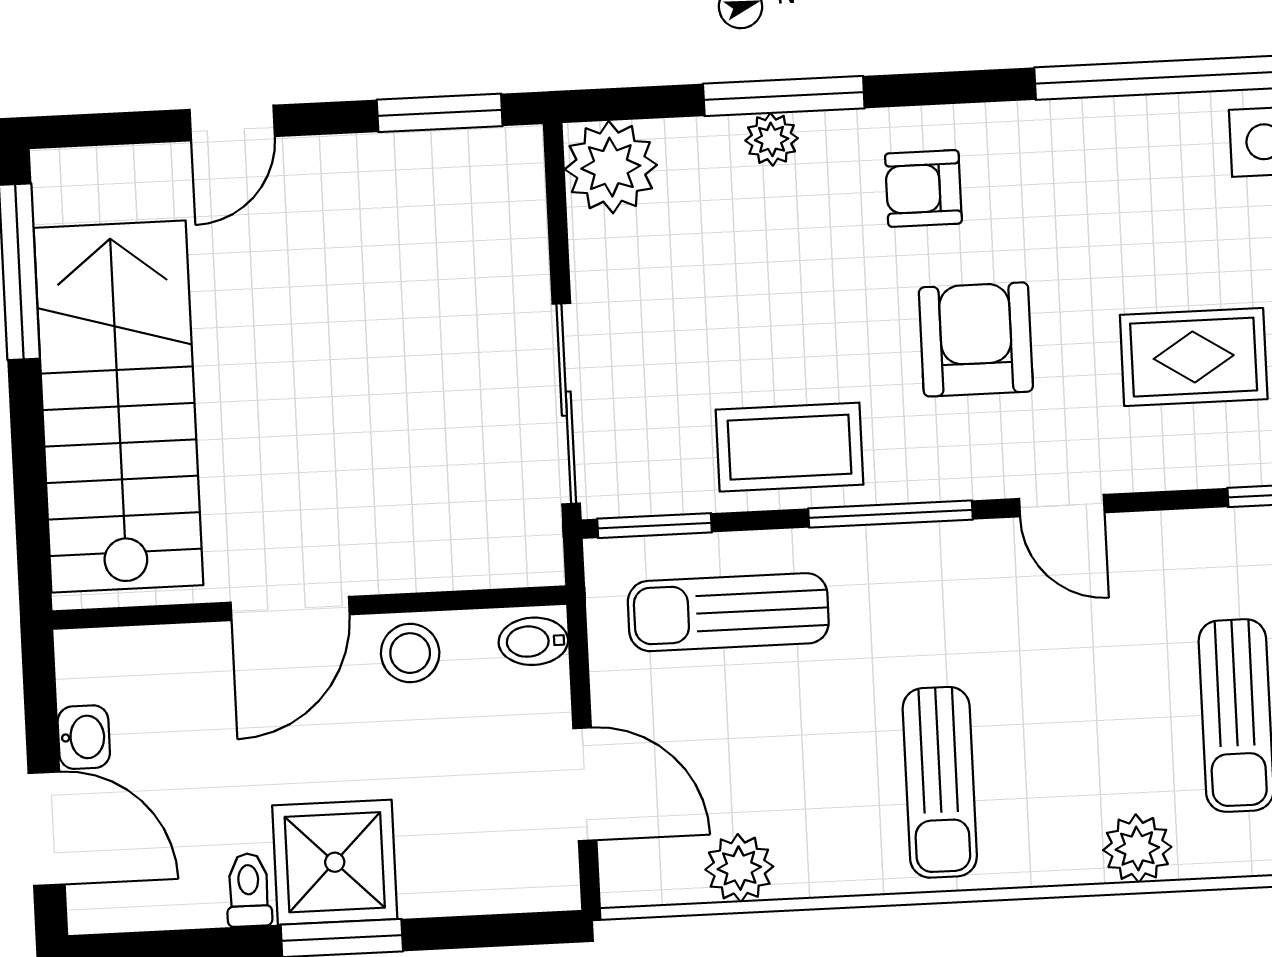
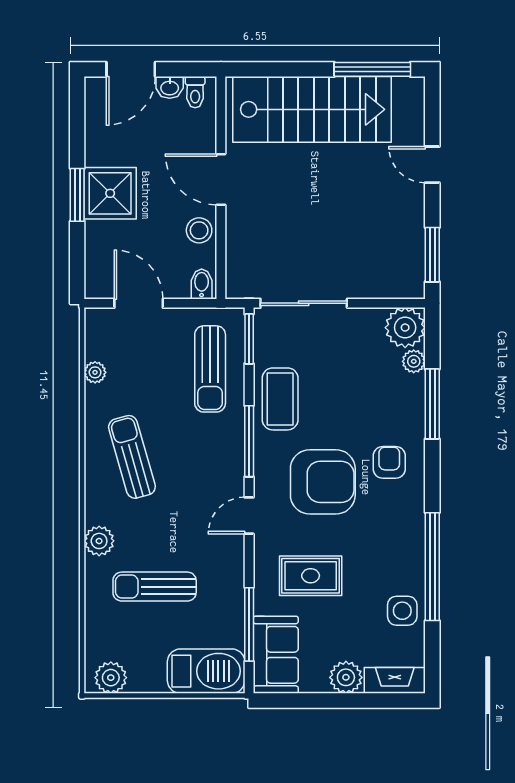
plant: (772, 139) -> (414, 361), moved
armchair: (976, 339) -> (323, 482), width x1.36, depth x1.36
rug: (1194, 357) -> (311, 576), turned 90
sun lounger: (728, 612) -> (210, 369), turned 180
sun lounger: (940, 782) -> (132, 457), turned 74
door: (585, 784) -> (139, 303), swing flipped
plant: (739, 868) -> (95, 372), width x0.73, depth x0.73
toilet: (249, 890) -> (195, 92), moved, turned 90

